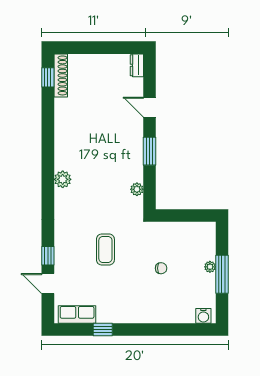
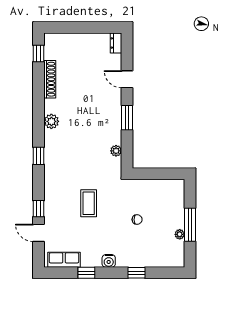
shoe rack: (61, 75) -> (50, 79), moved
plant: (63, 179) -> (51, 121), moved
window: (48, 195) -> (39, 156), added
plant: (210, 267) -> (180, 234), moved
water cooler: (203, 316) -> (109, 261), moved
window: (160, 330) -> (136, 273), added

